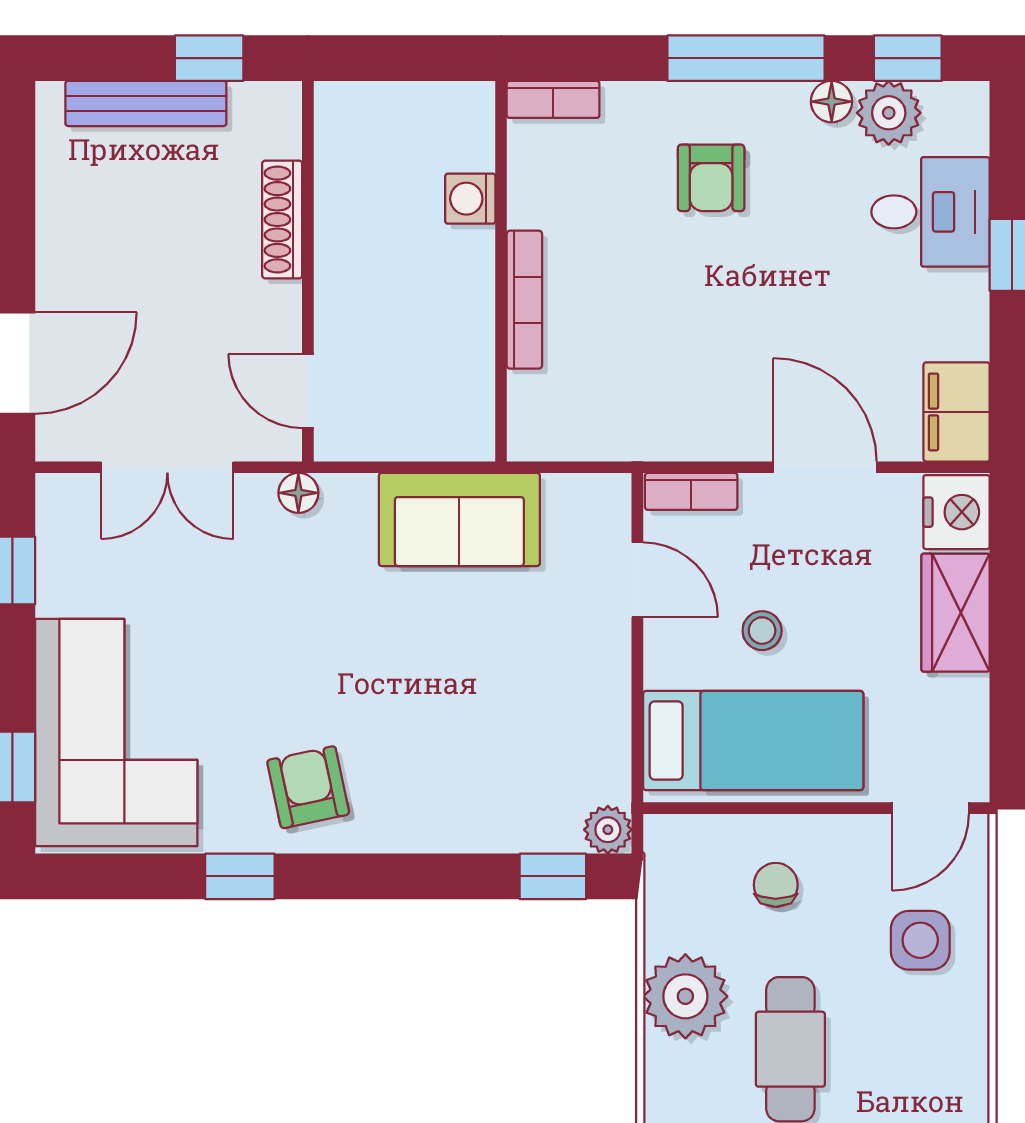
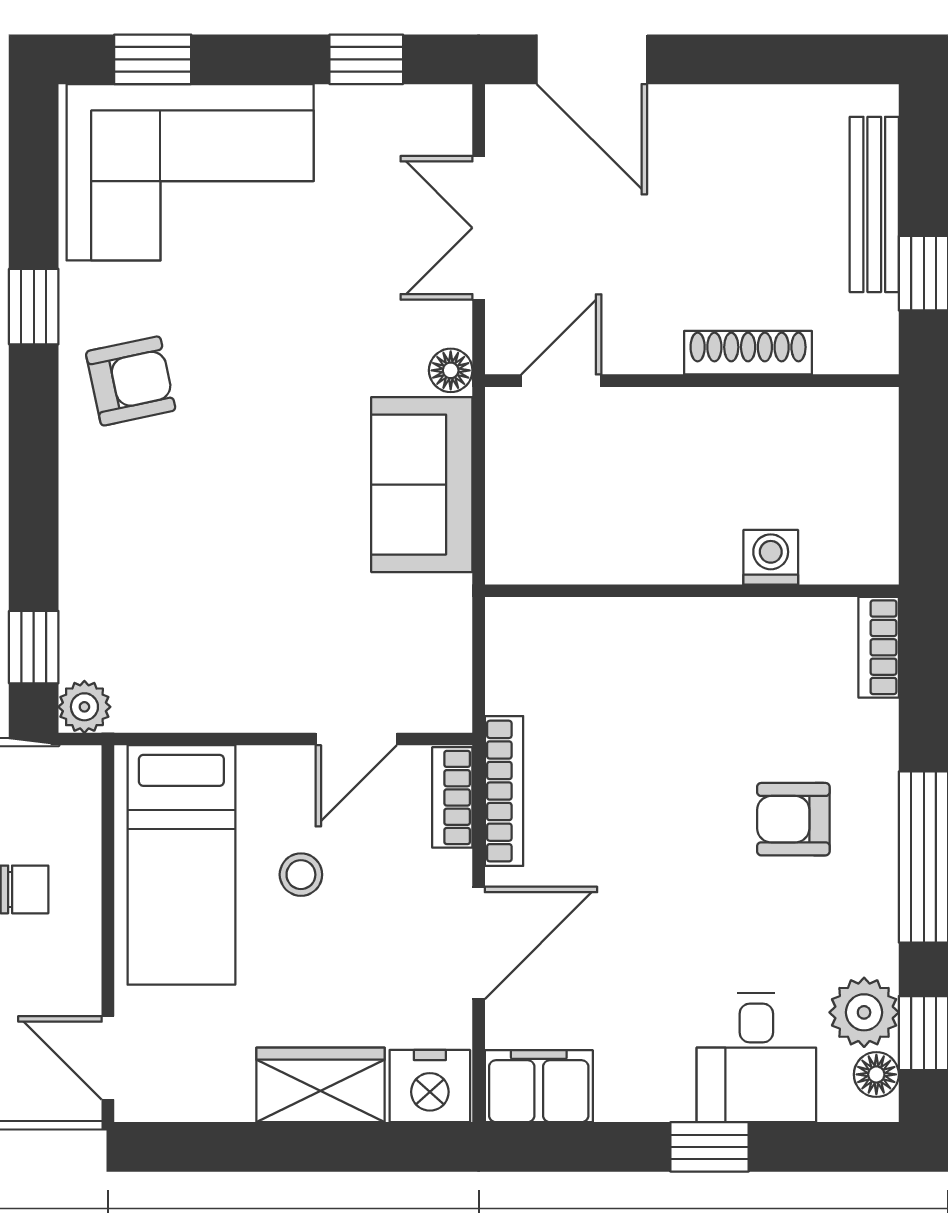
floor lamp: (832, 102) -> (876, 1074), moved
bookcase: (524, 300) -> (504, 791), moved, turned -90
sofa: (459, 519) -> (422, 485), moved

